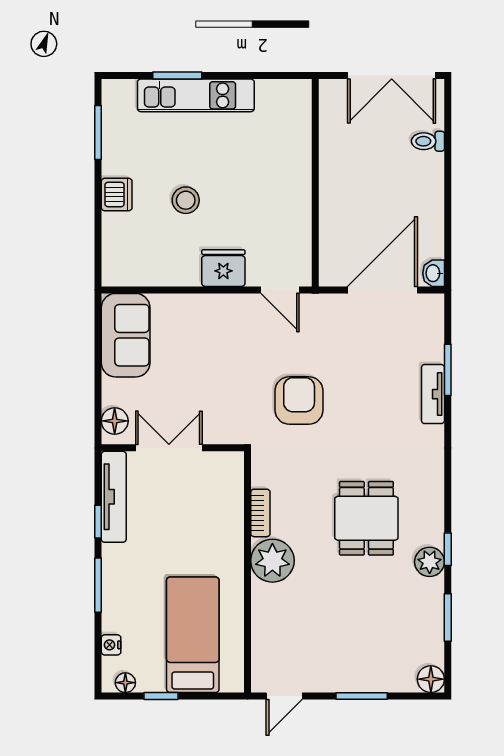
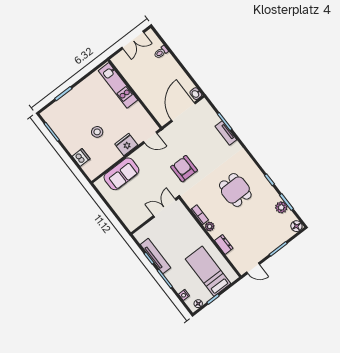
double door: (392, 76) -> (133, 40), width x0.73
kitchen unit: (196, 95) -> (118, 85), moved, turned 90
dishwasher: (117, 194) -> (81, 157), moved
sofa: (126, 335) -> (121, 174), moved, turned 90
floor lamp: (115, 421) -> (129, 221), removed
double door: (169, 448) -> (165, 208), moved
tv unit: (114, 497) -> (156, 256), moved
plant: (272, 561) -> (210, 226), width x0.53, depth x0.53
plant: (430, 562) -> (281, 207), moved
dresser: (263, 606) -> (224, 244), added
door: (284, 696) -> (253, 268), hinge flipped

